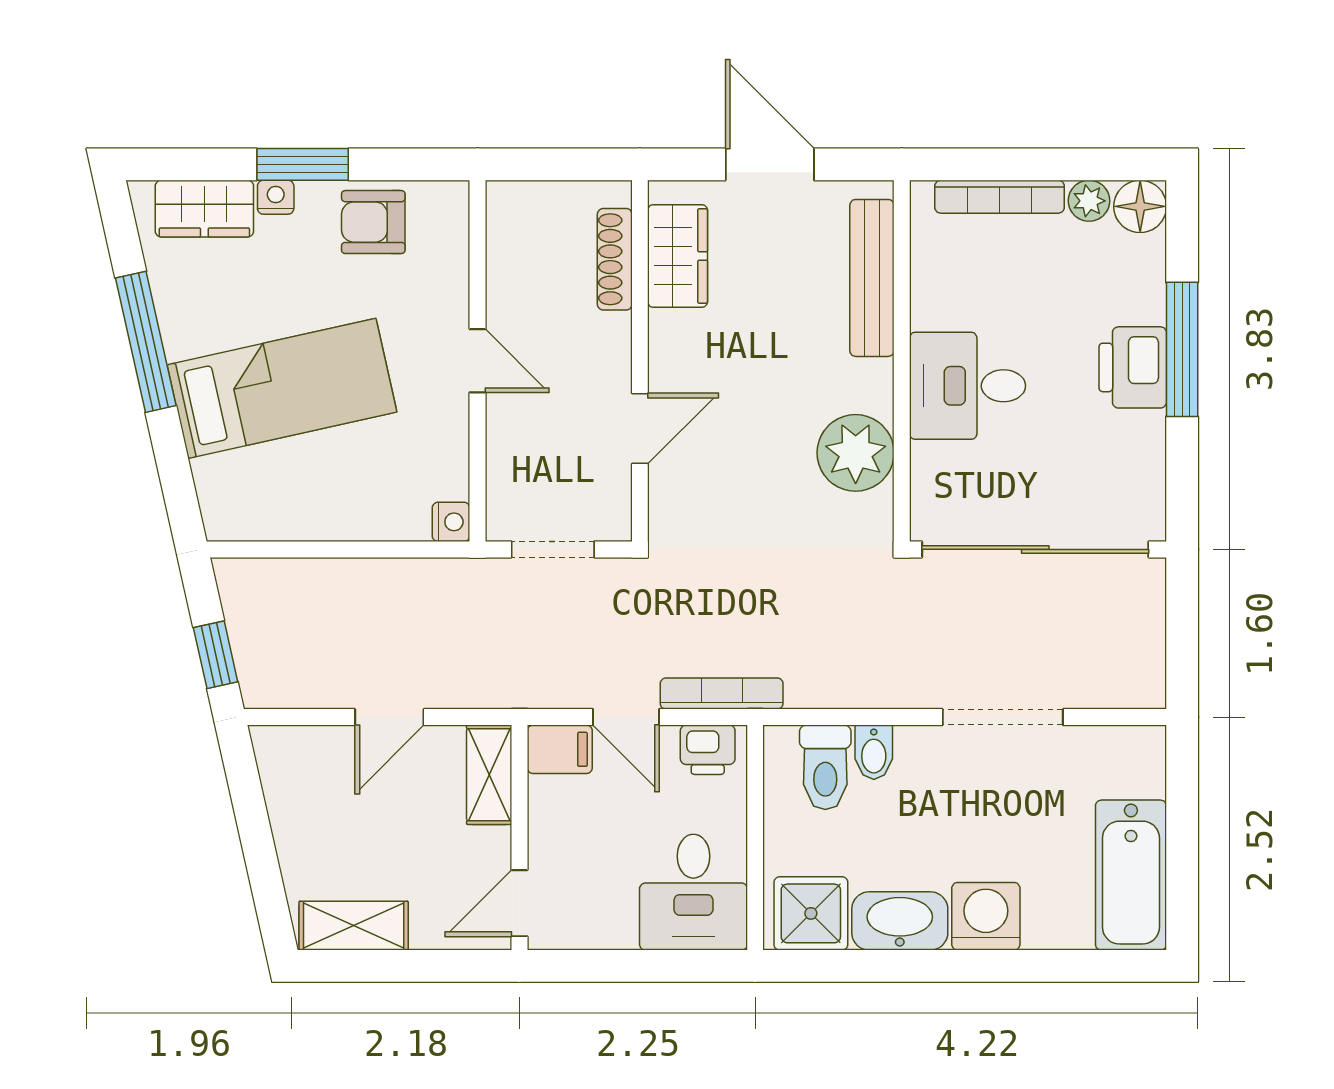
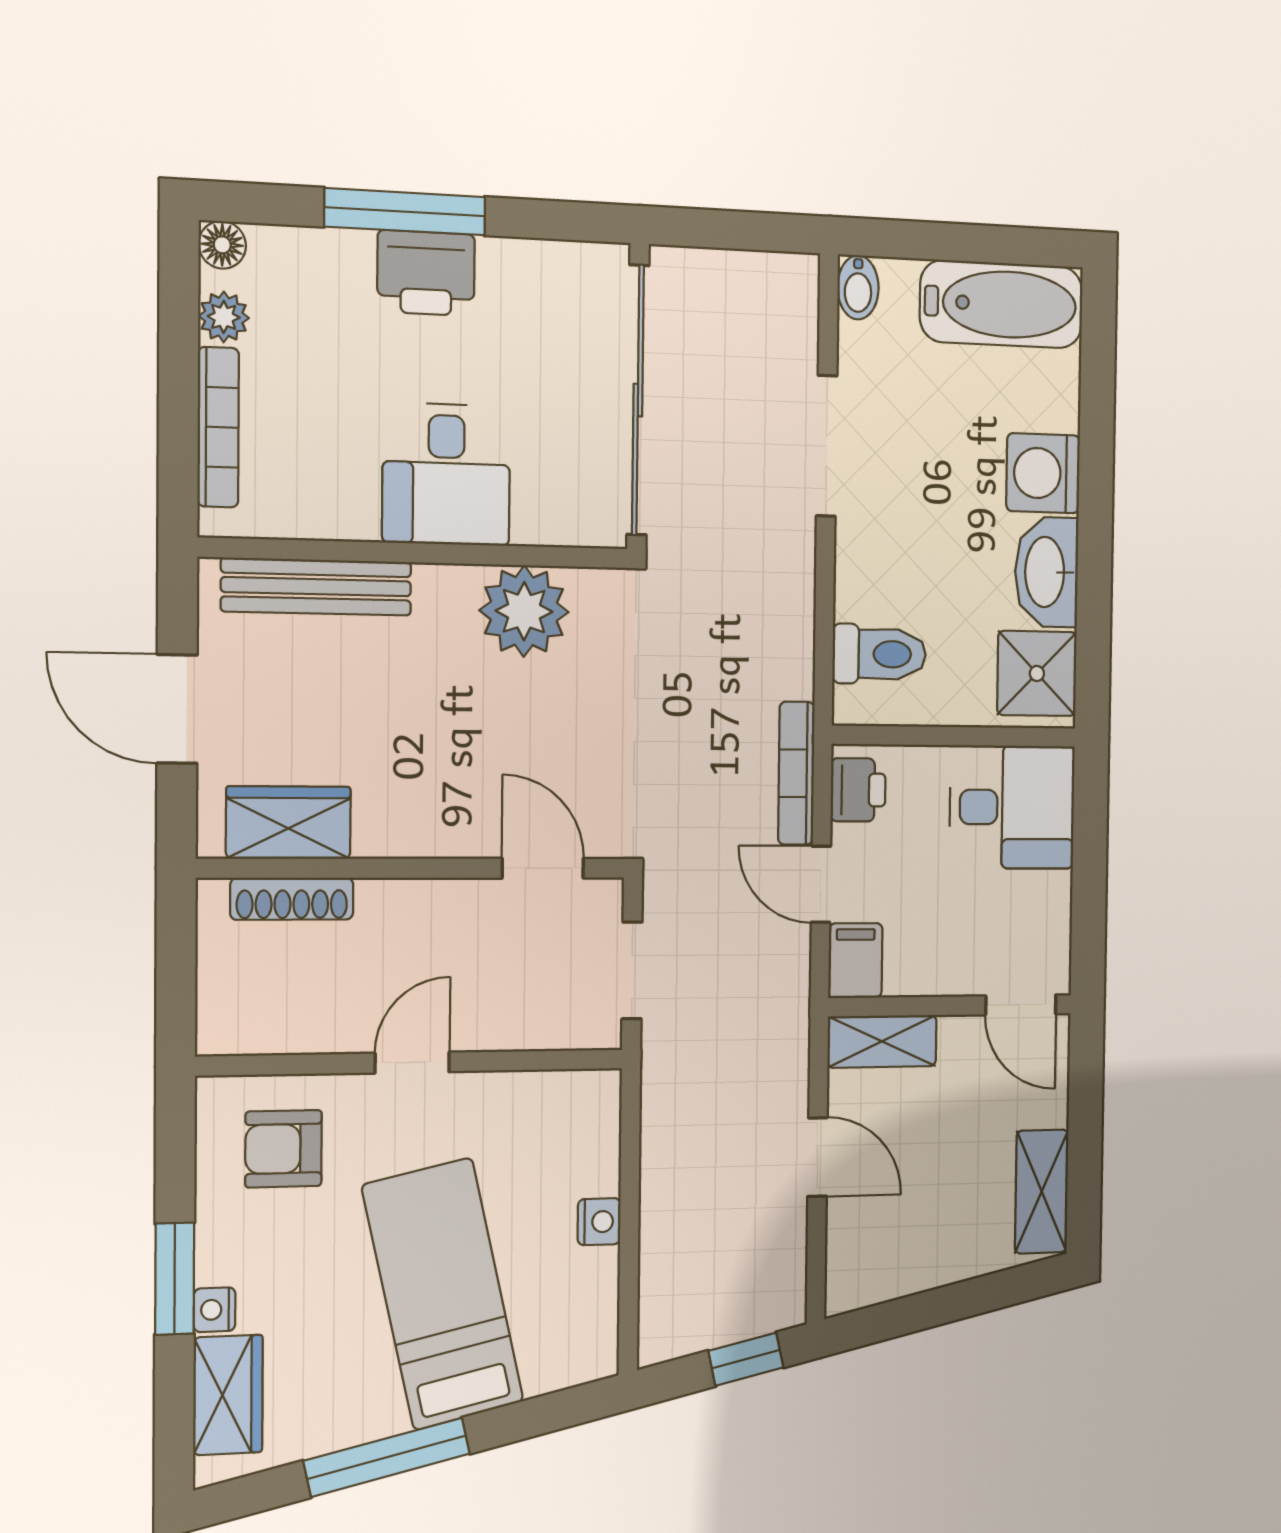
door: (770, 164) -> (177, 709), hinge flipped
floor lamp: (1140, 206) -> (222, 245), width x0.73, depth x0.73
armchair: (373, 222) -> (284, 1149), moved, turned 90
door: (640, 429) -> (543, 868), moved
nightstand: (451, 522) -> (599, 1222), moved, turned 90
door: (626, 717) -> (821, 884), swing flipped
bidet: (874, 752) -> (858, 287), moved, turned 90

